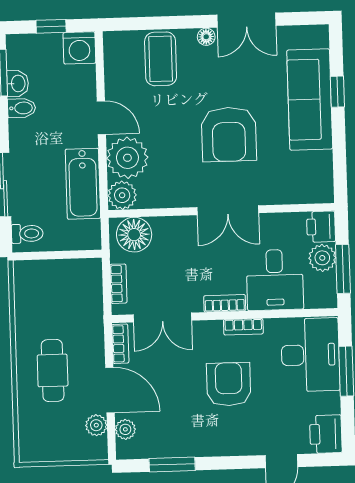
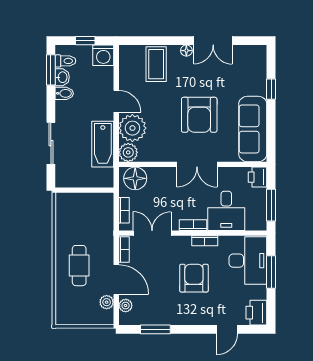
sofa: (310, 100) -> (253, 129), moved
toilet: (27, 234) -> (65, 61), moved
plant: (322, 258) -> (258, 197), removed
double door: (162, 317) -> (152, 233), swing flipped

